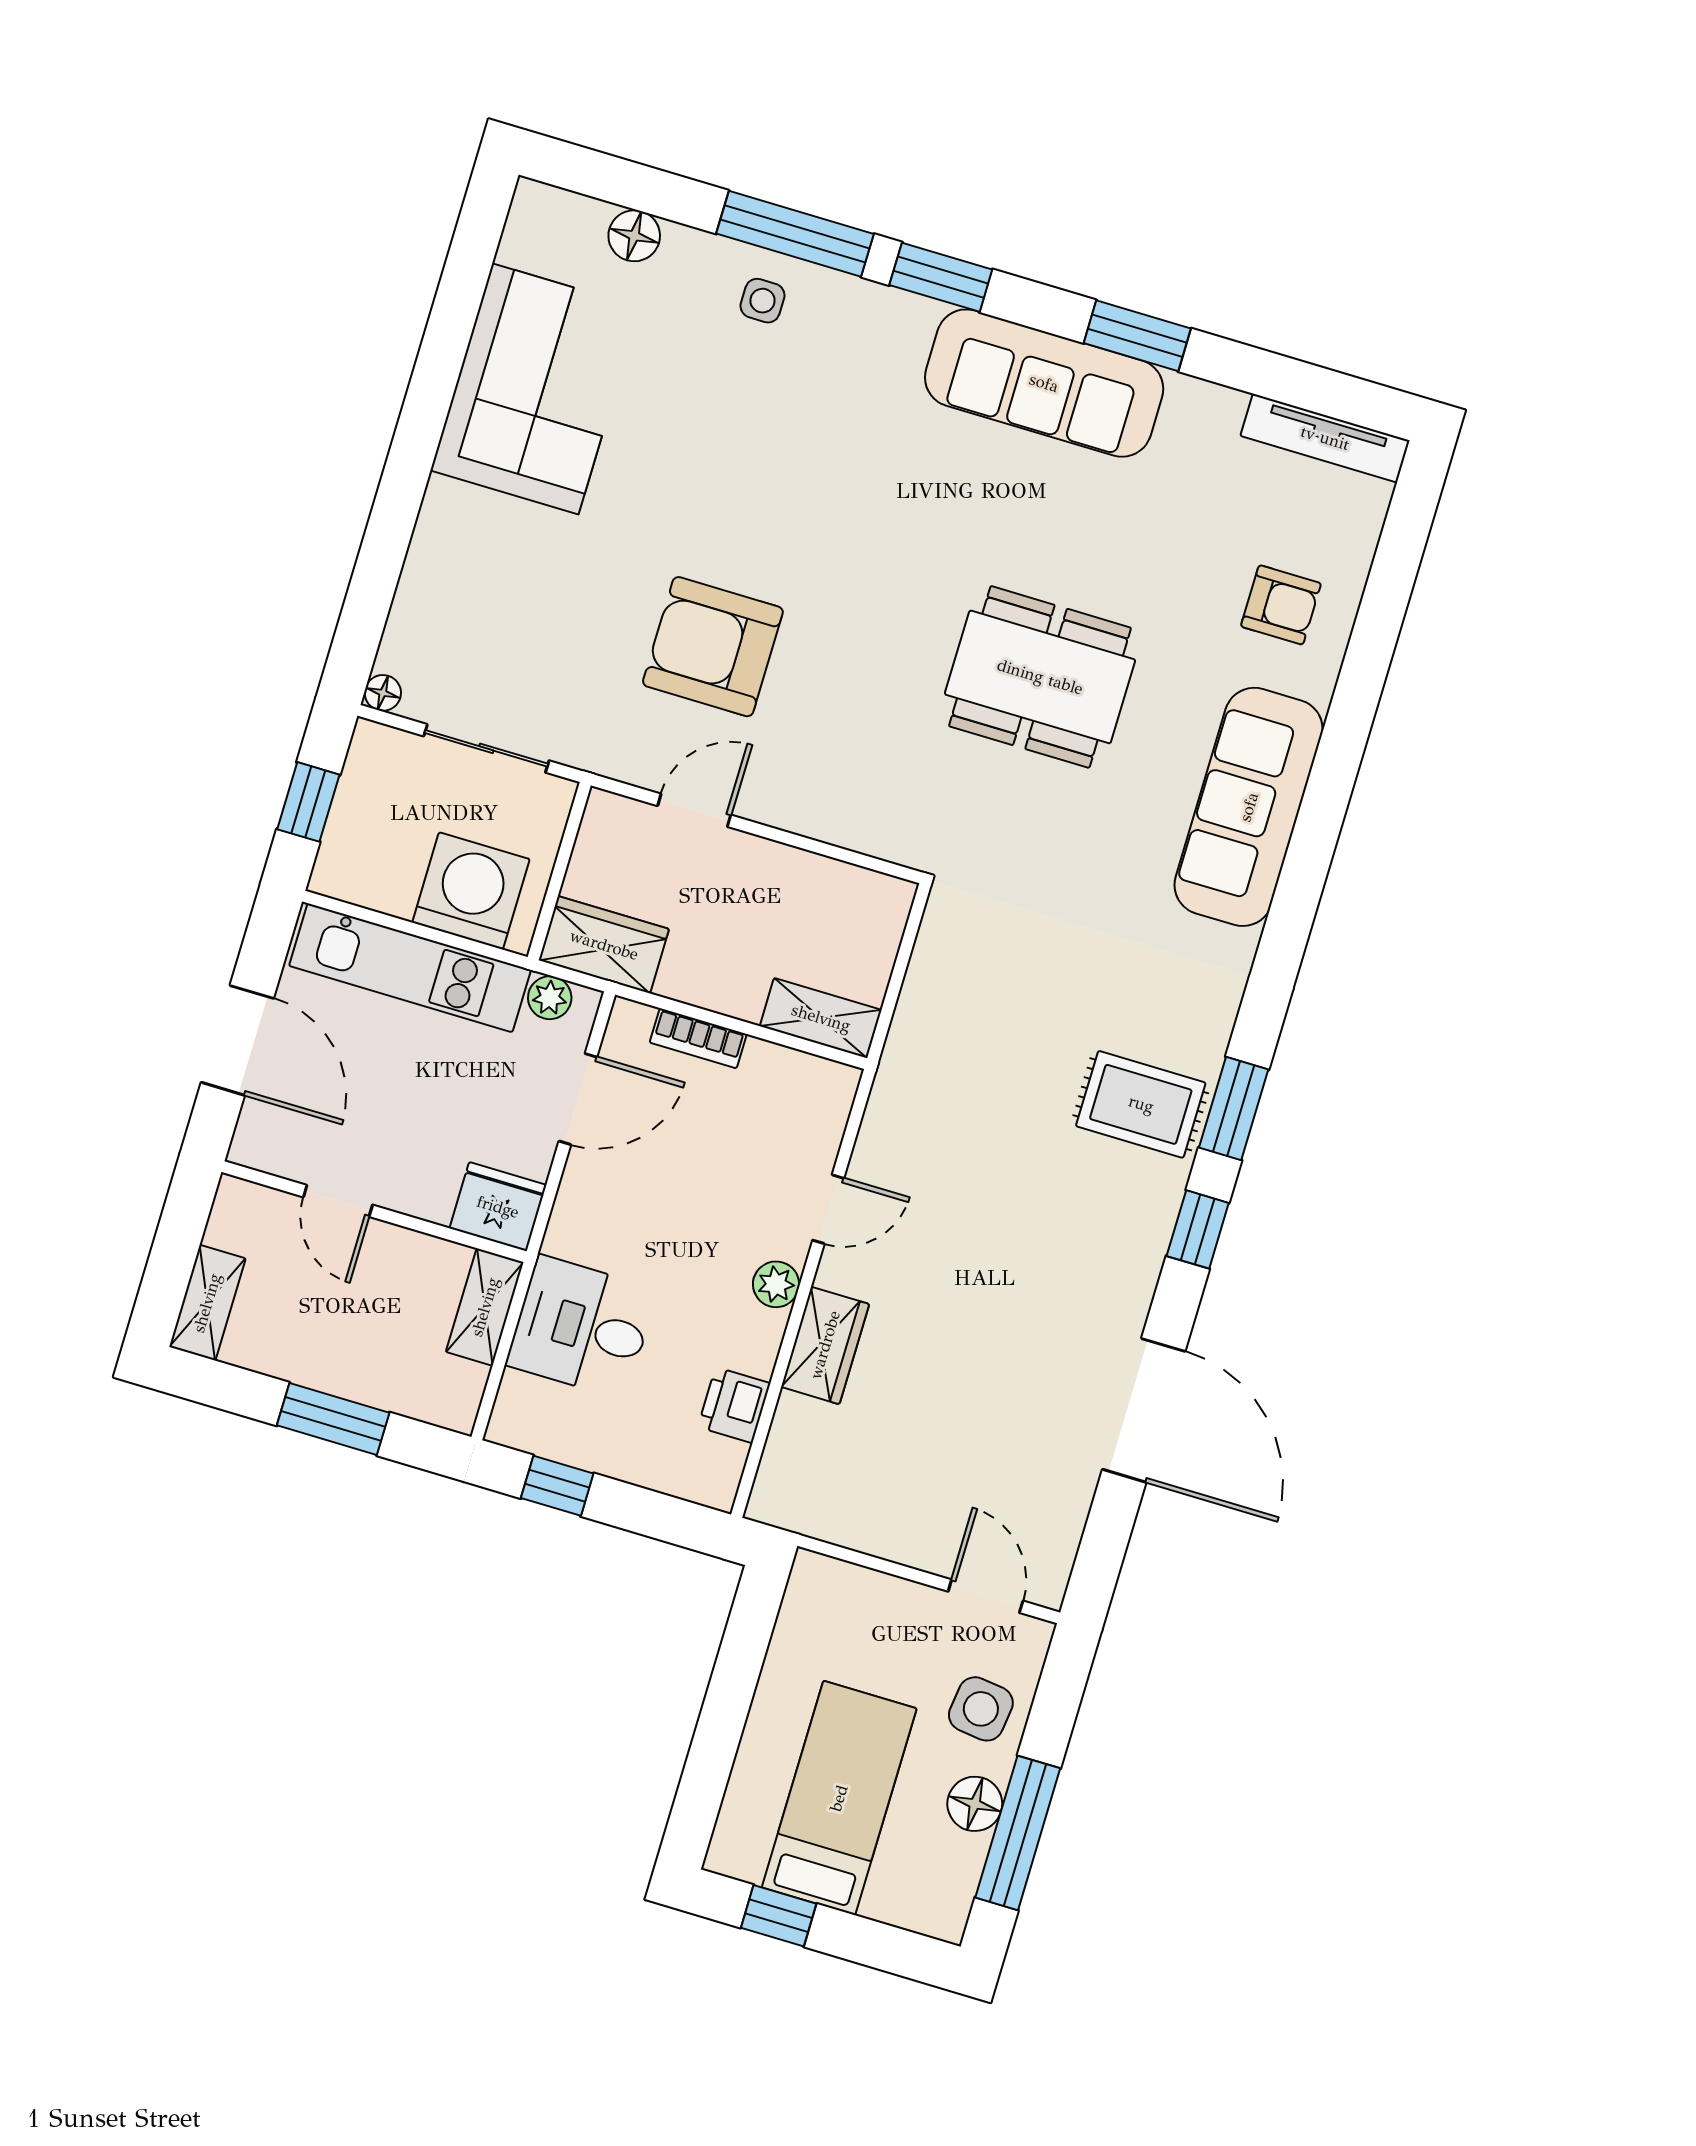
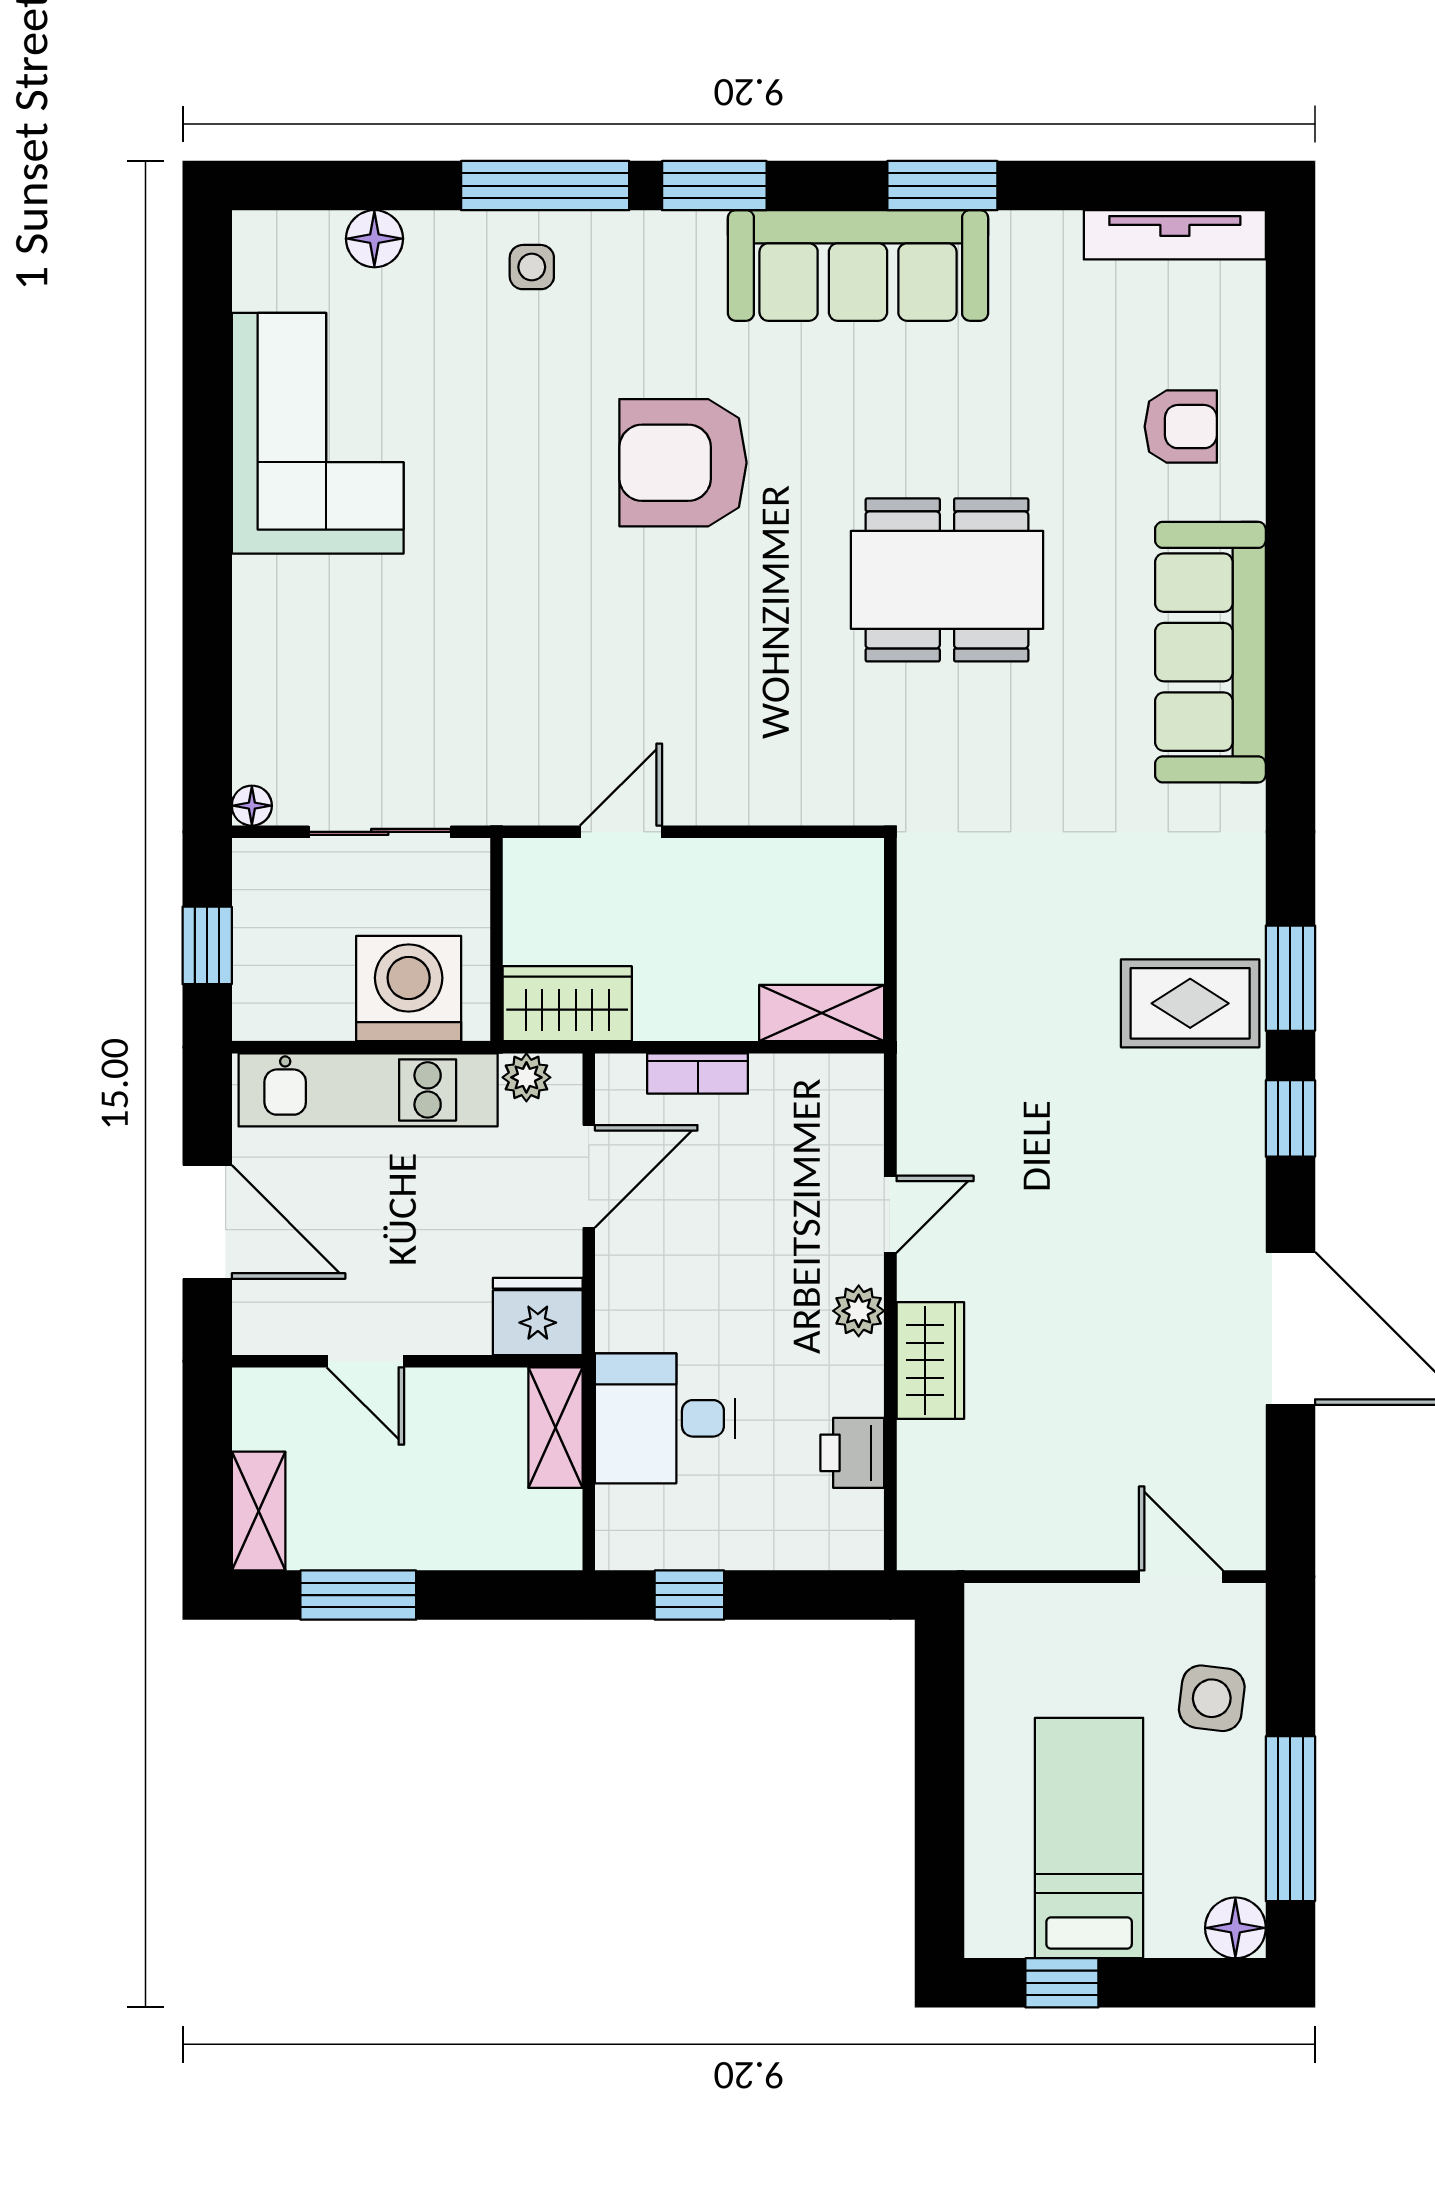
armchair: (713, 647) -> (683, 463), moved
window: (333, 1419) -> (358, 1595), moved
floor lamp: (975, 1804) -> (1235, 1928), moved

